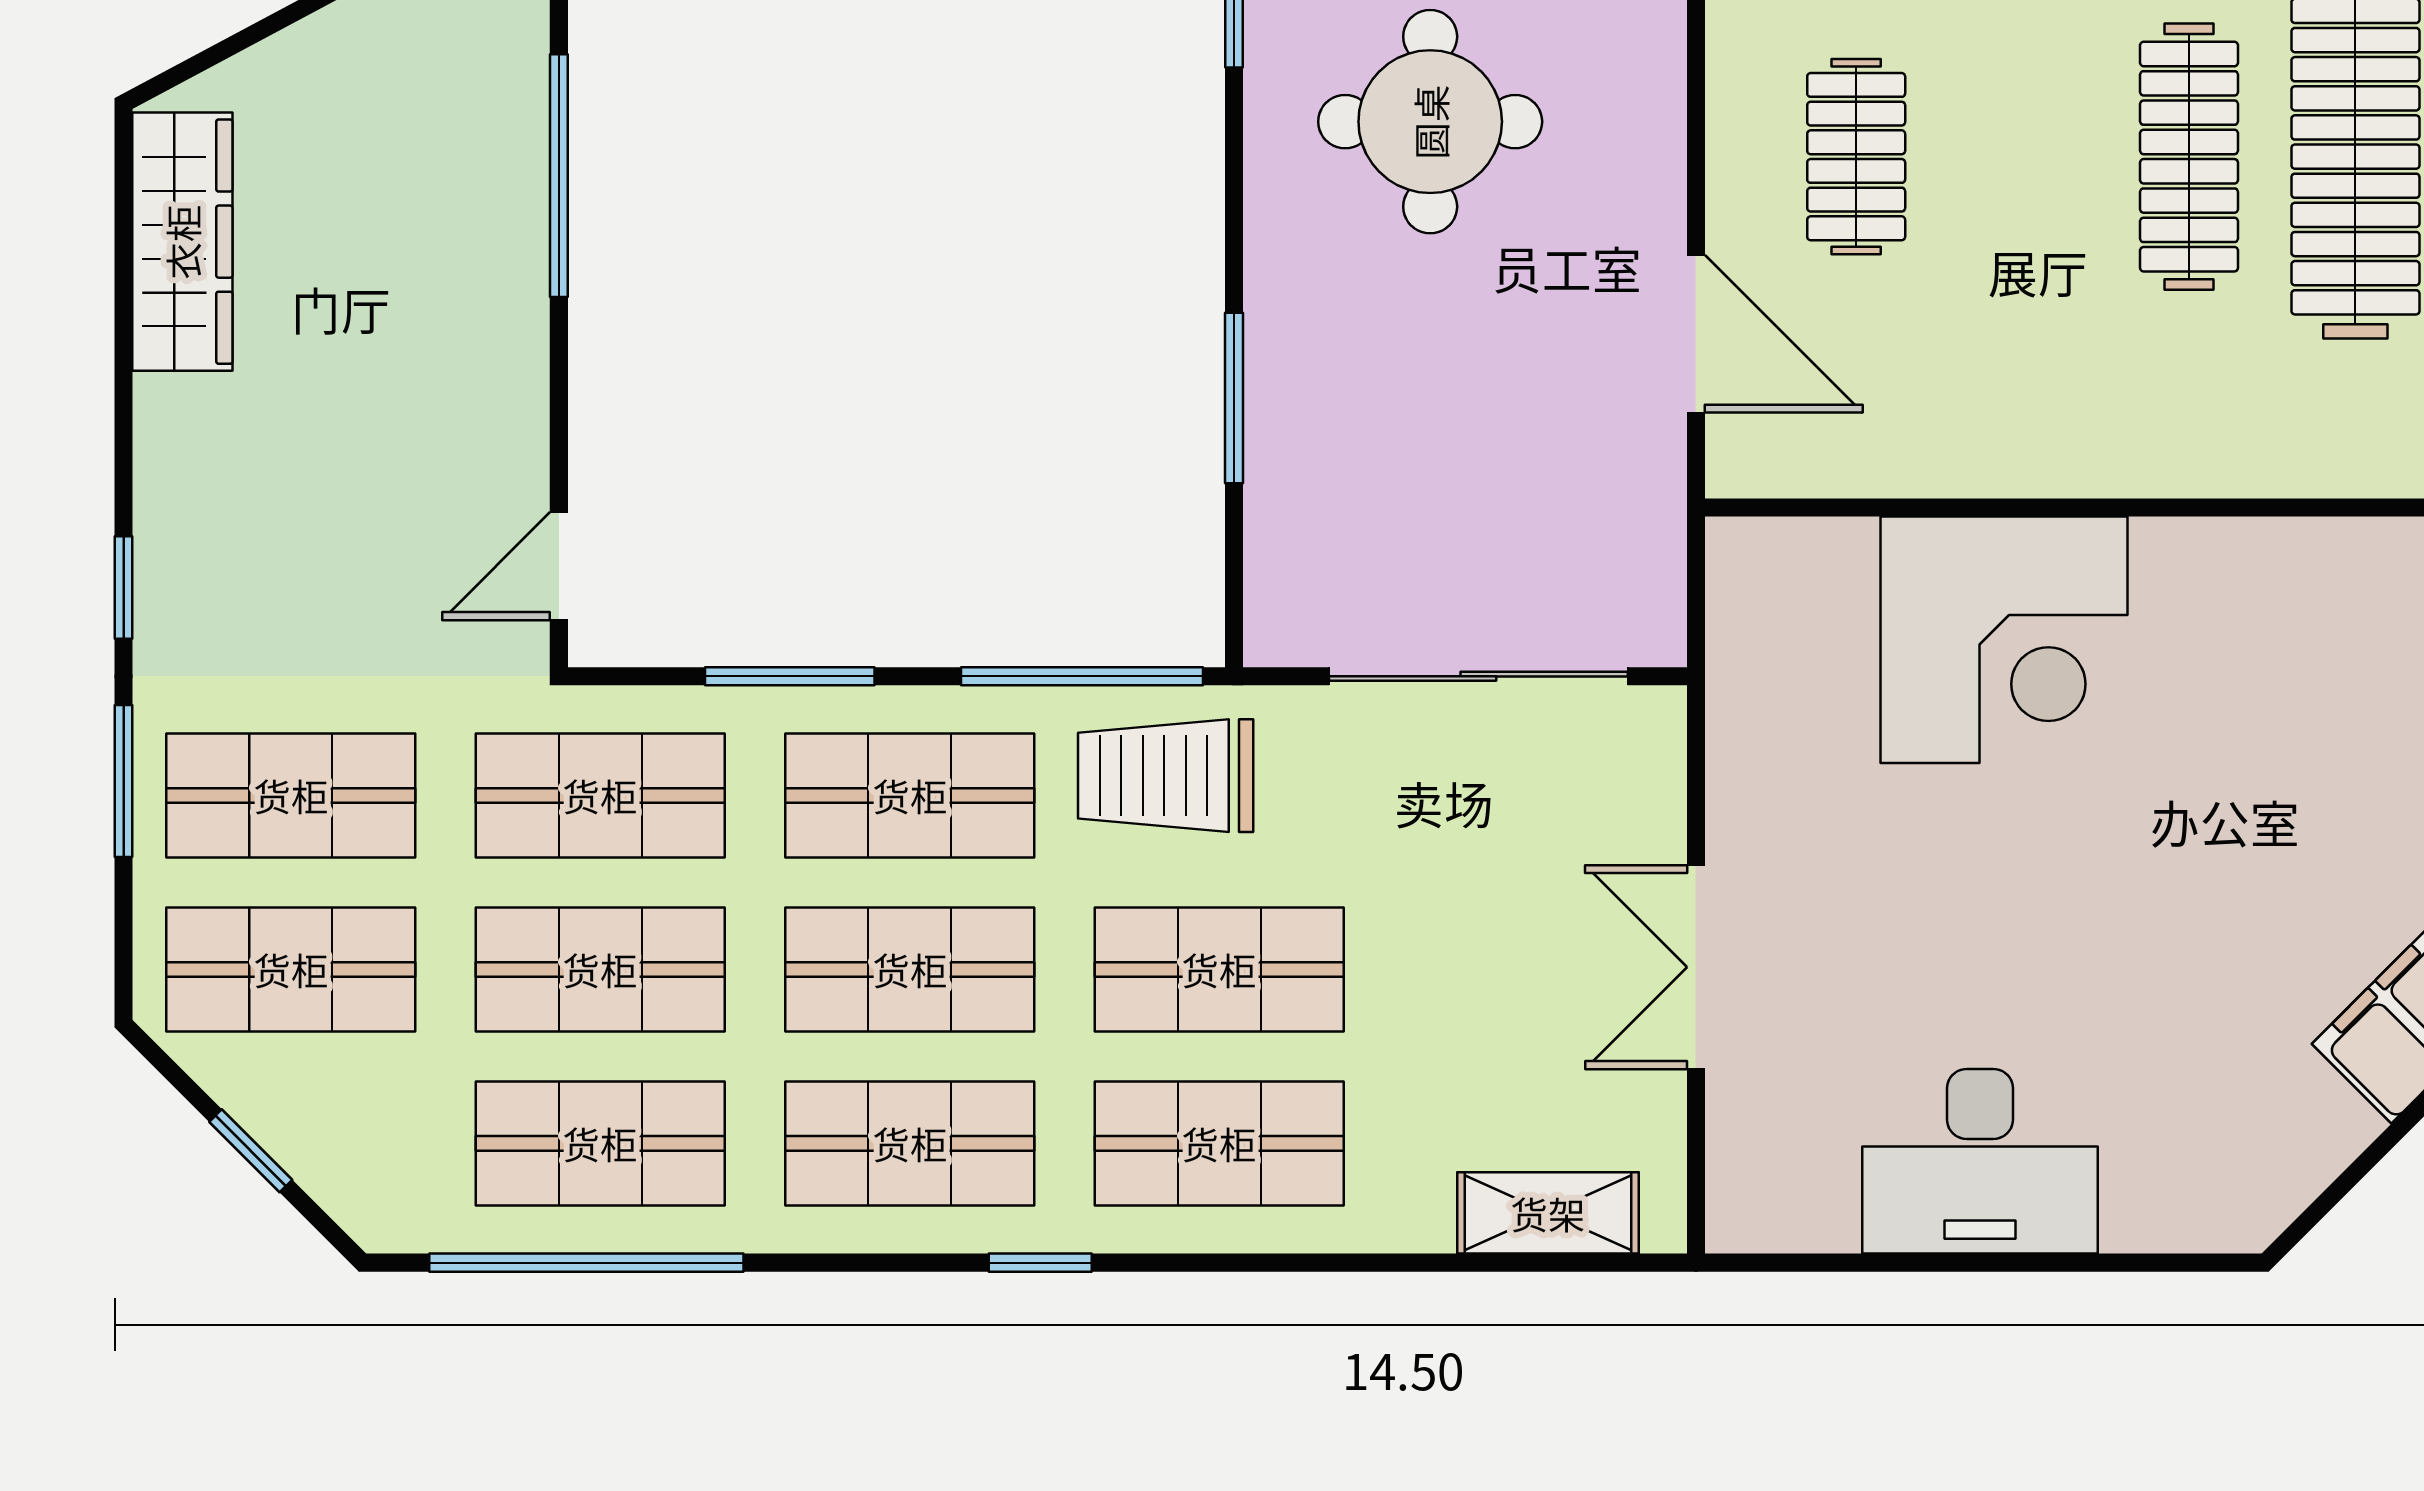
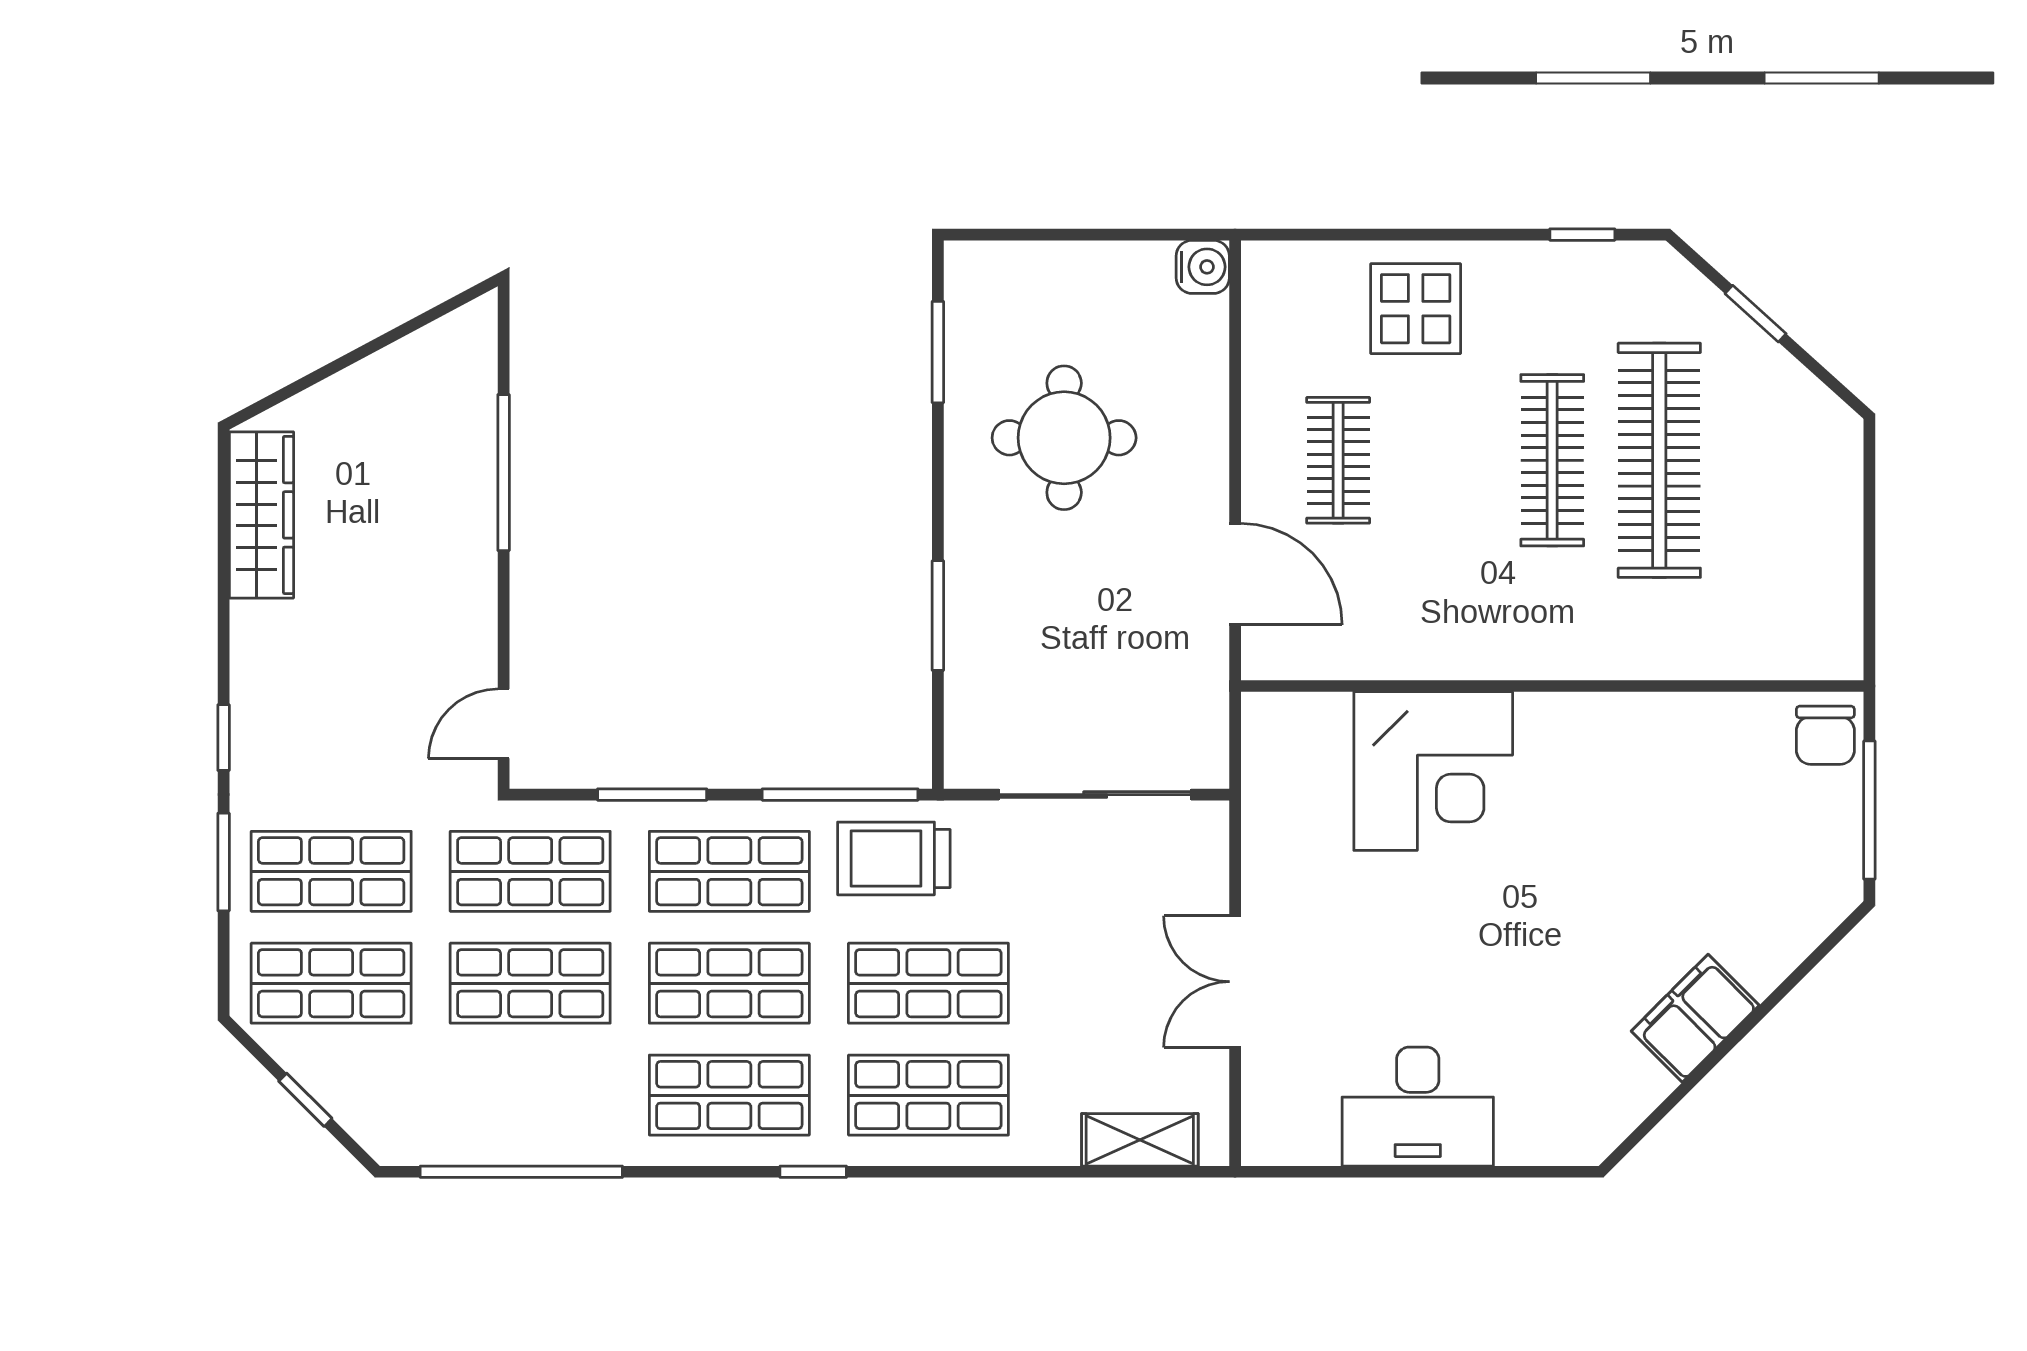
shop shelf: (600, 1143) -> (530, 1095), removed

